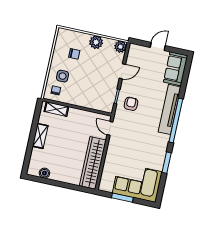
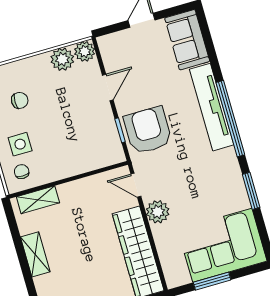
plant: (96, 42) -> (62, 59), moved
armchair: (131, 104) -> (148, 130), width x1.88, depth x1.88
plant: (114, 148) -> (158, 212), added

